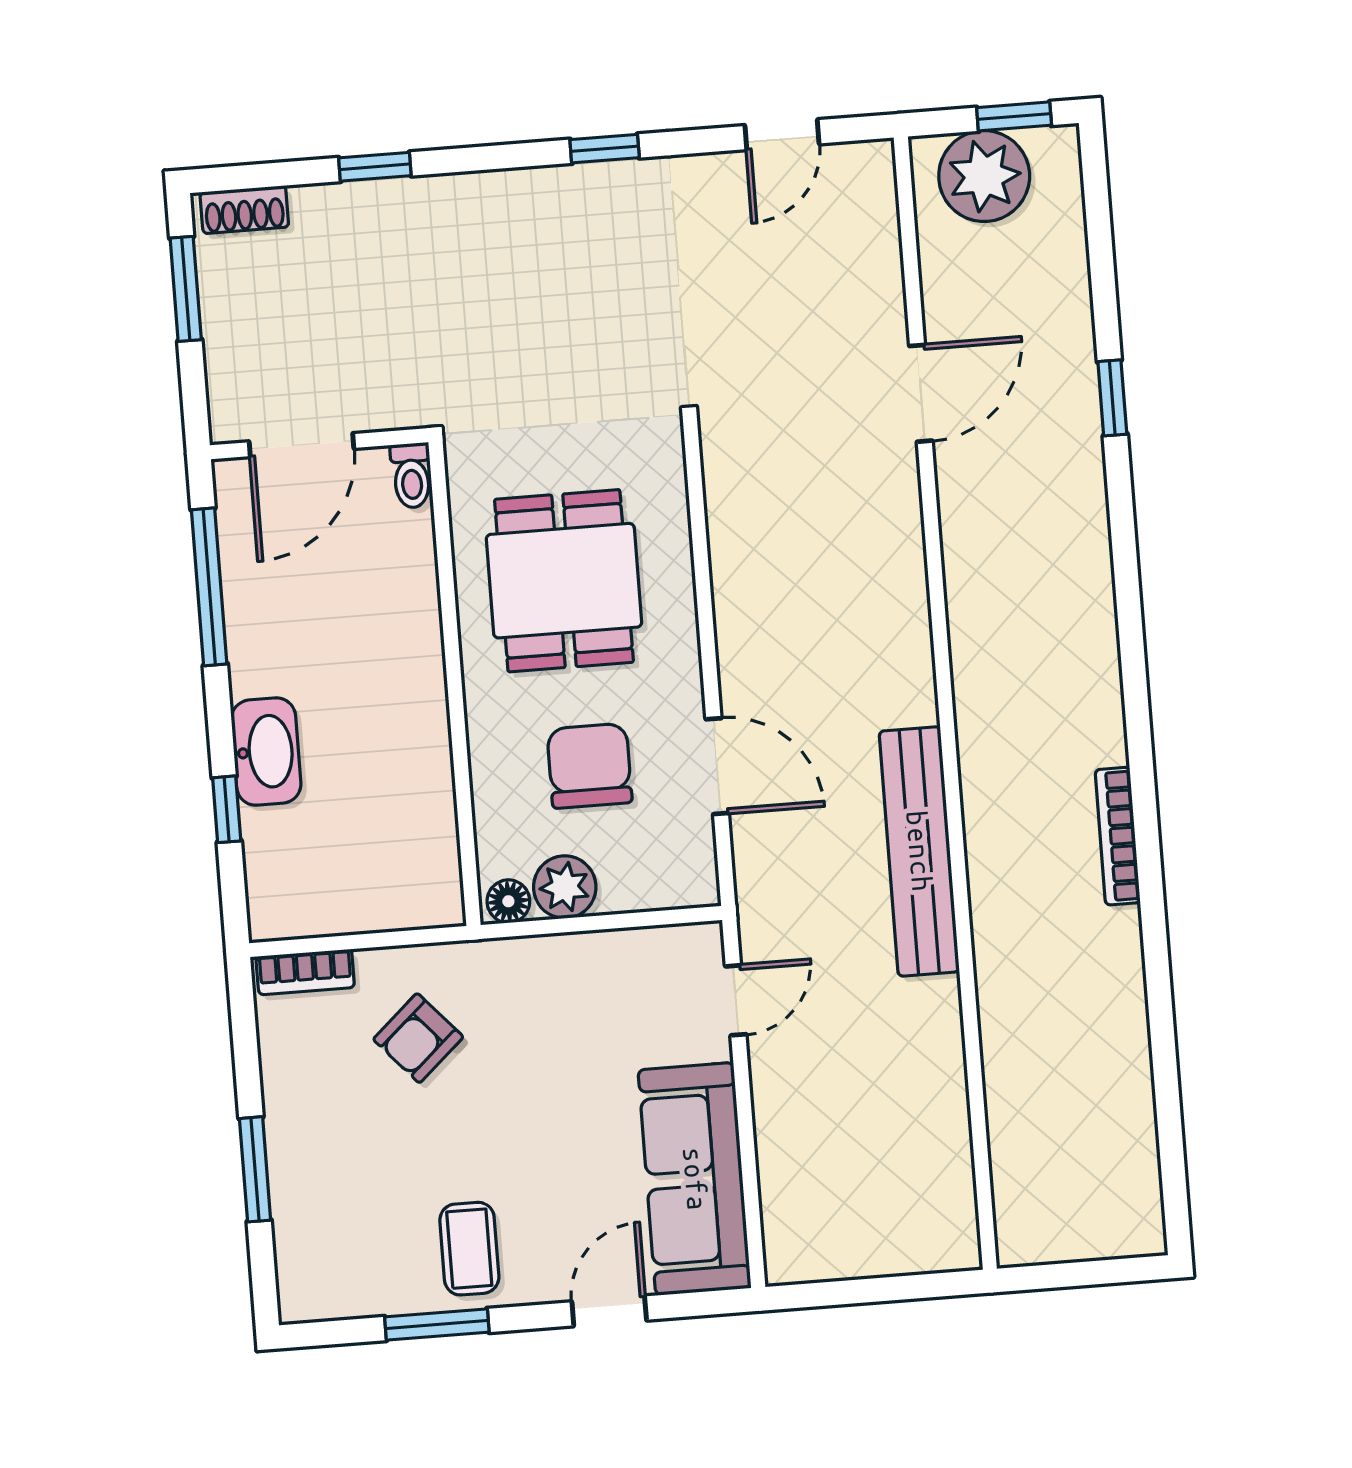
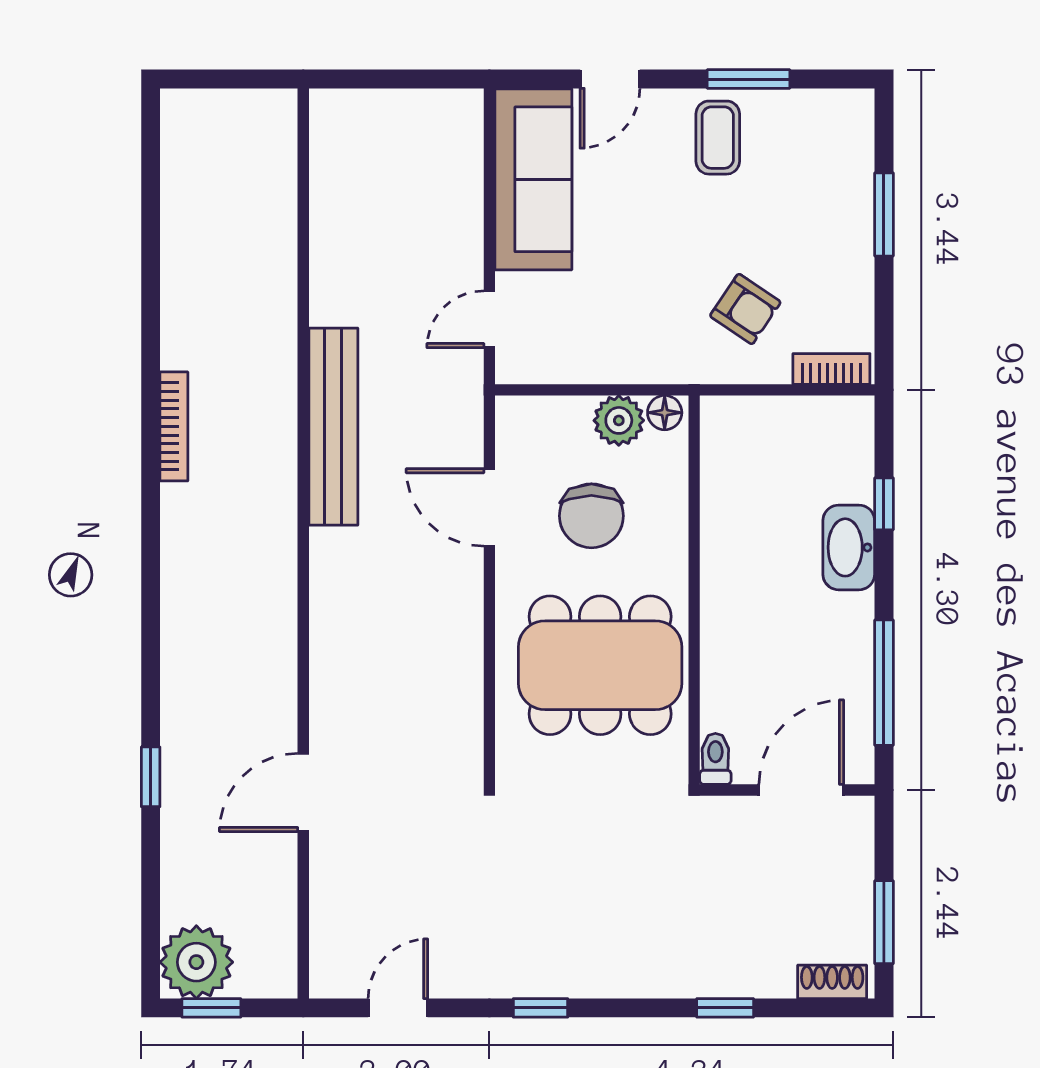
plant: (984, 176) -> (196, 962), moved
dining table: (564, 581) -> (600, 665), width x1.38
armchair: (418, 1038) -> (745, 309), turned 76

